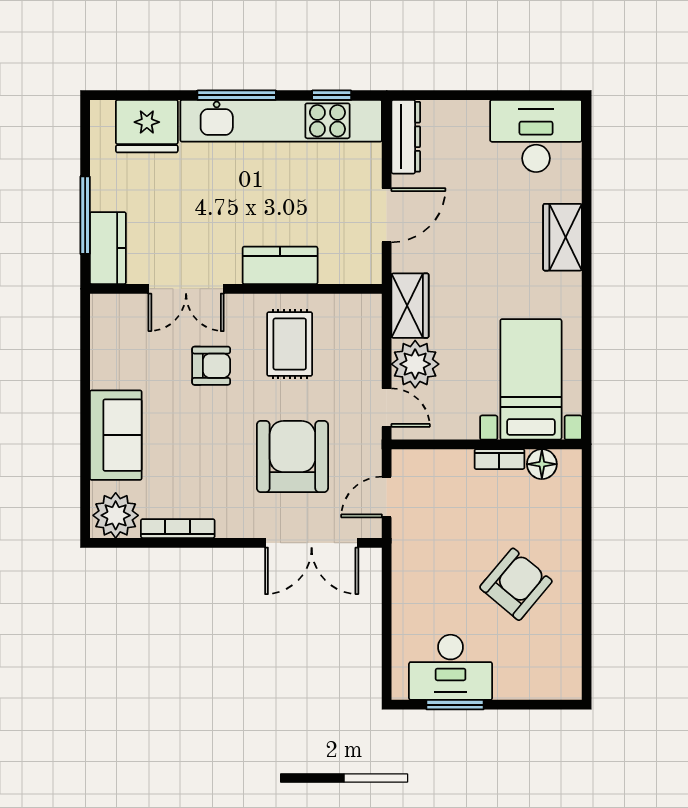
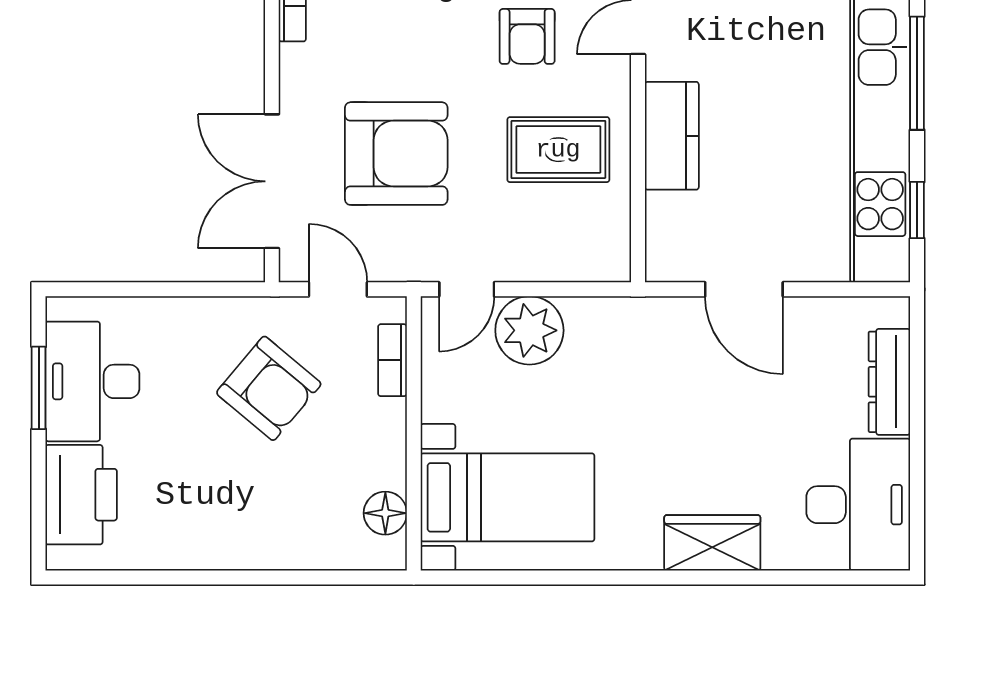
dresser: (406, 137) -> (889, 382), moved, turned 90
wardrobe: (410, 306) -> (614, 323), removed
bookcase: (499, 459) -> (392, 360), moved
armchair: (516, 584) -> (269, 388), moved
printer: (529, 675) -> (81, 495), added

